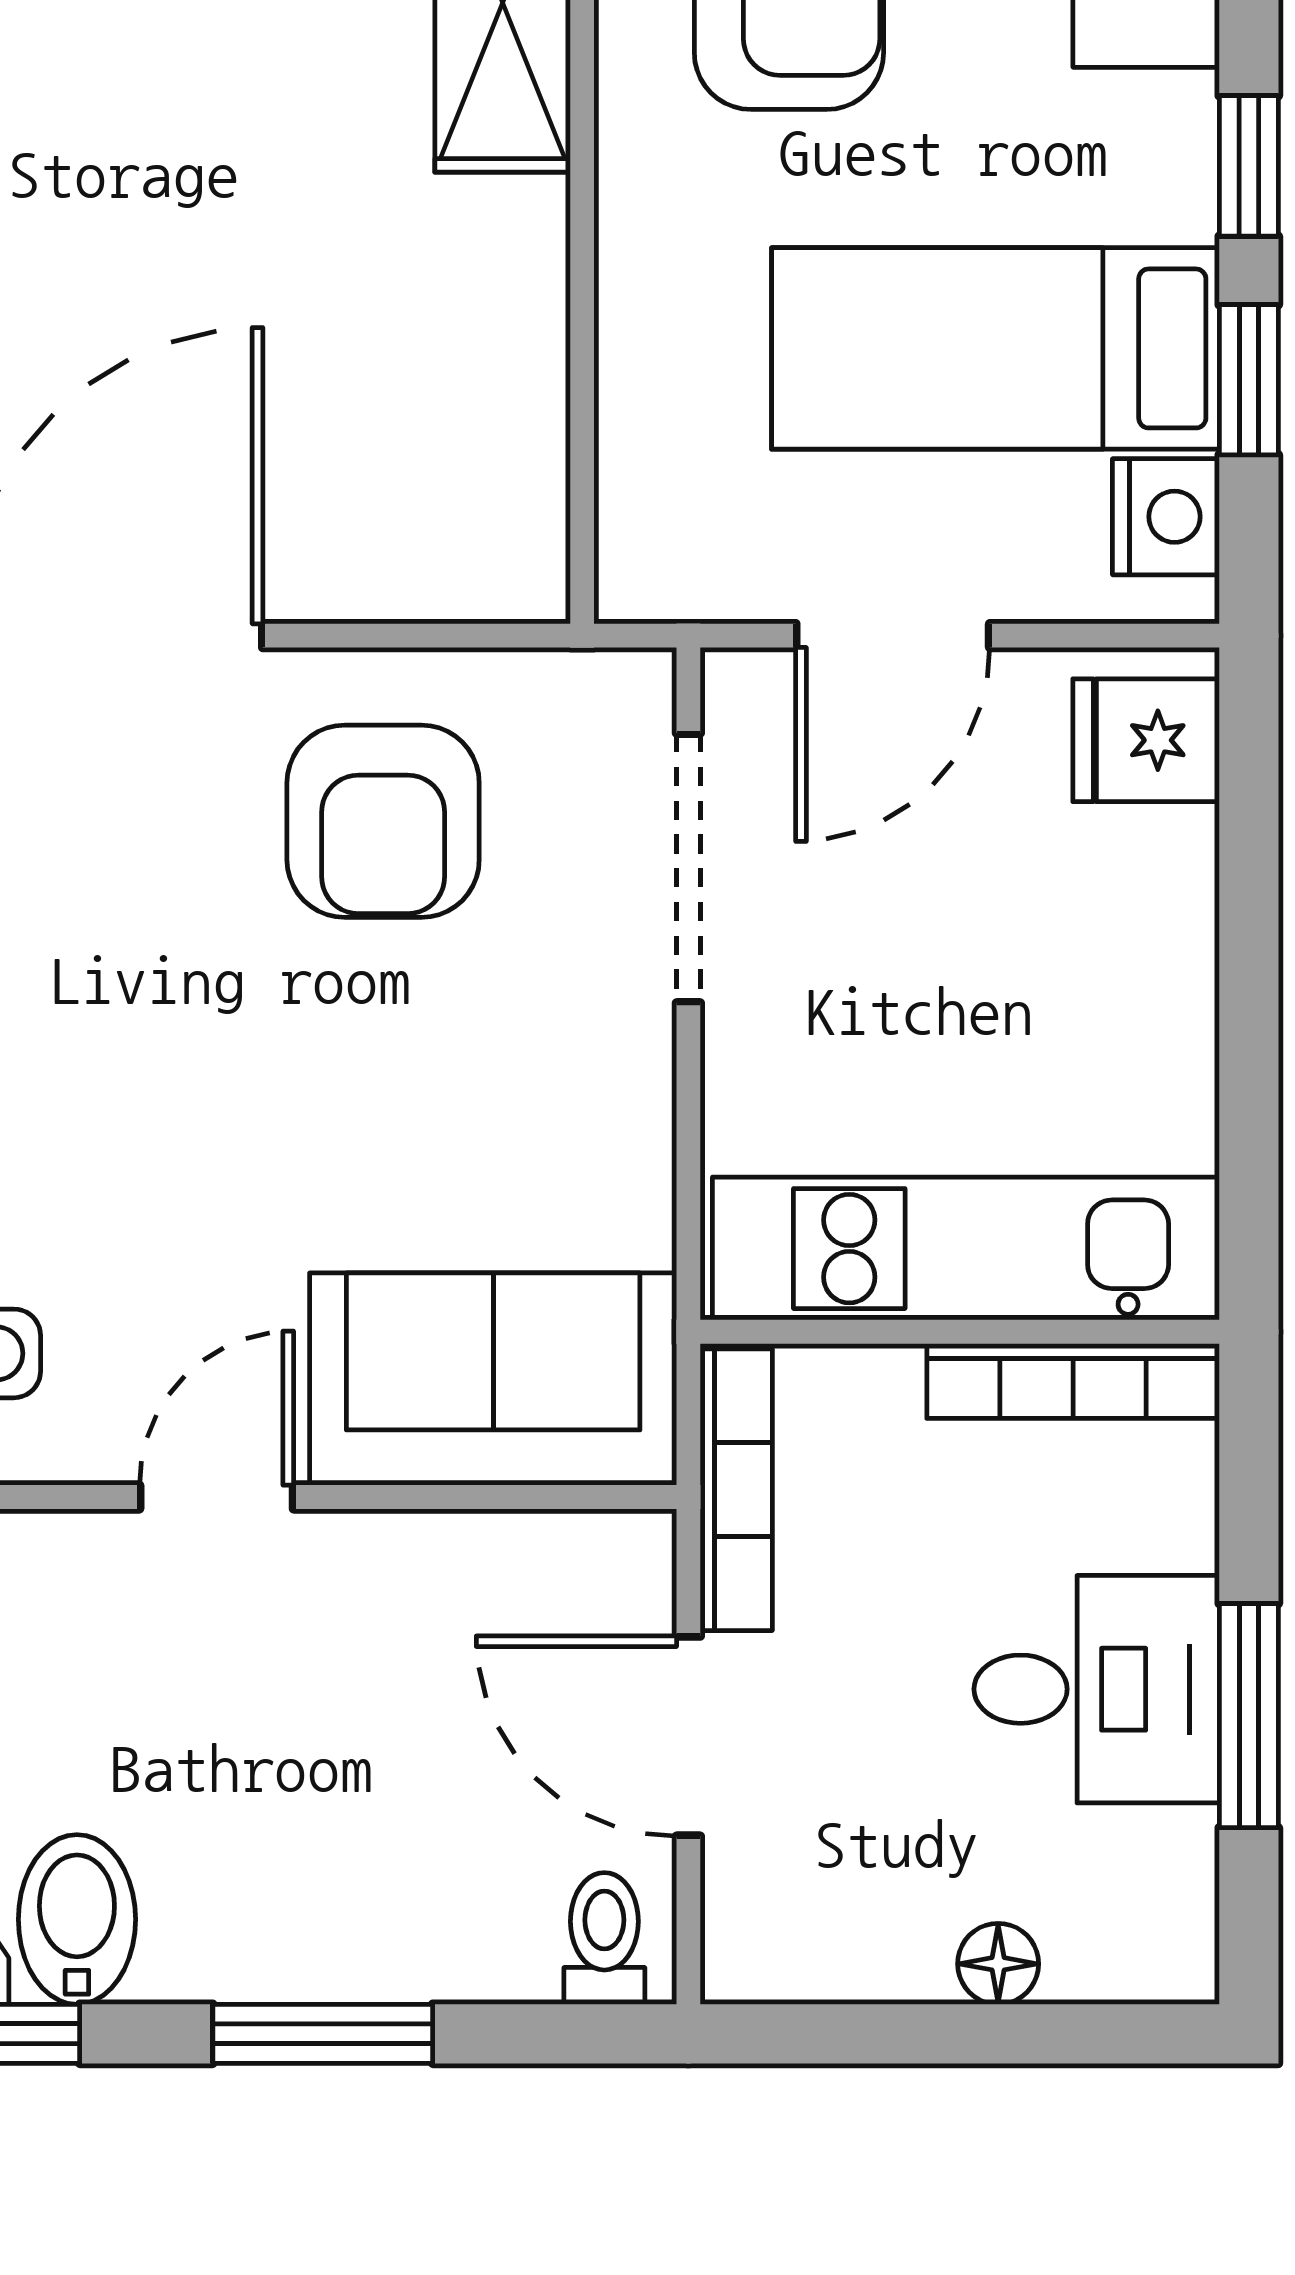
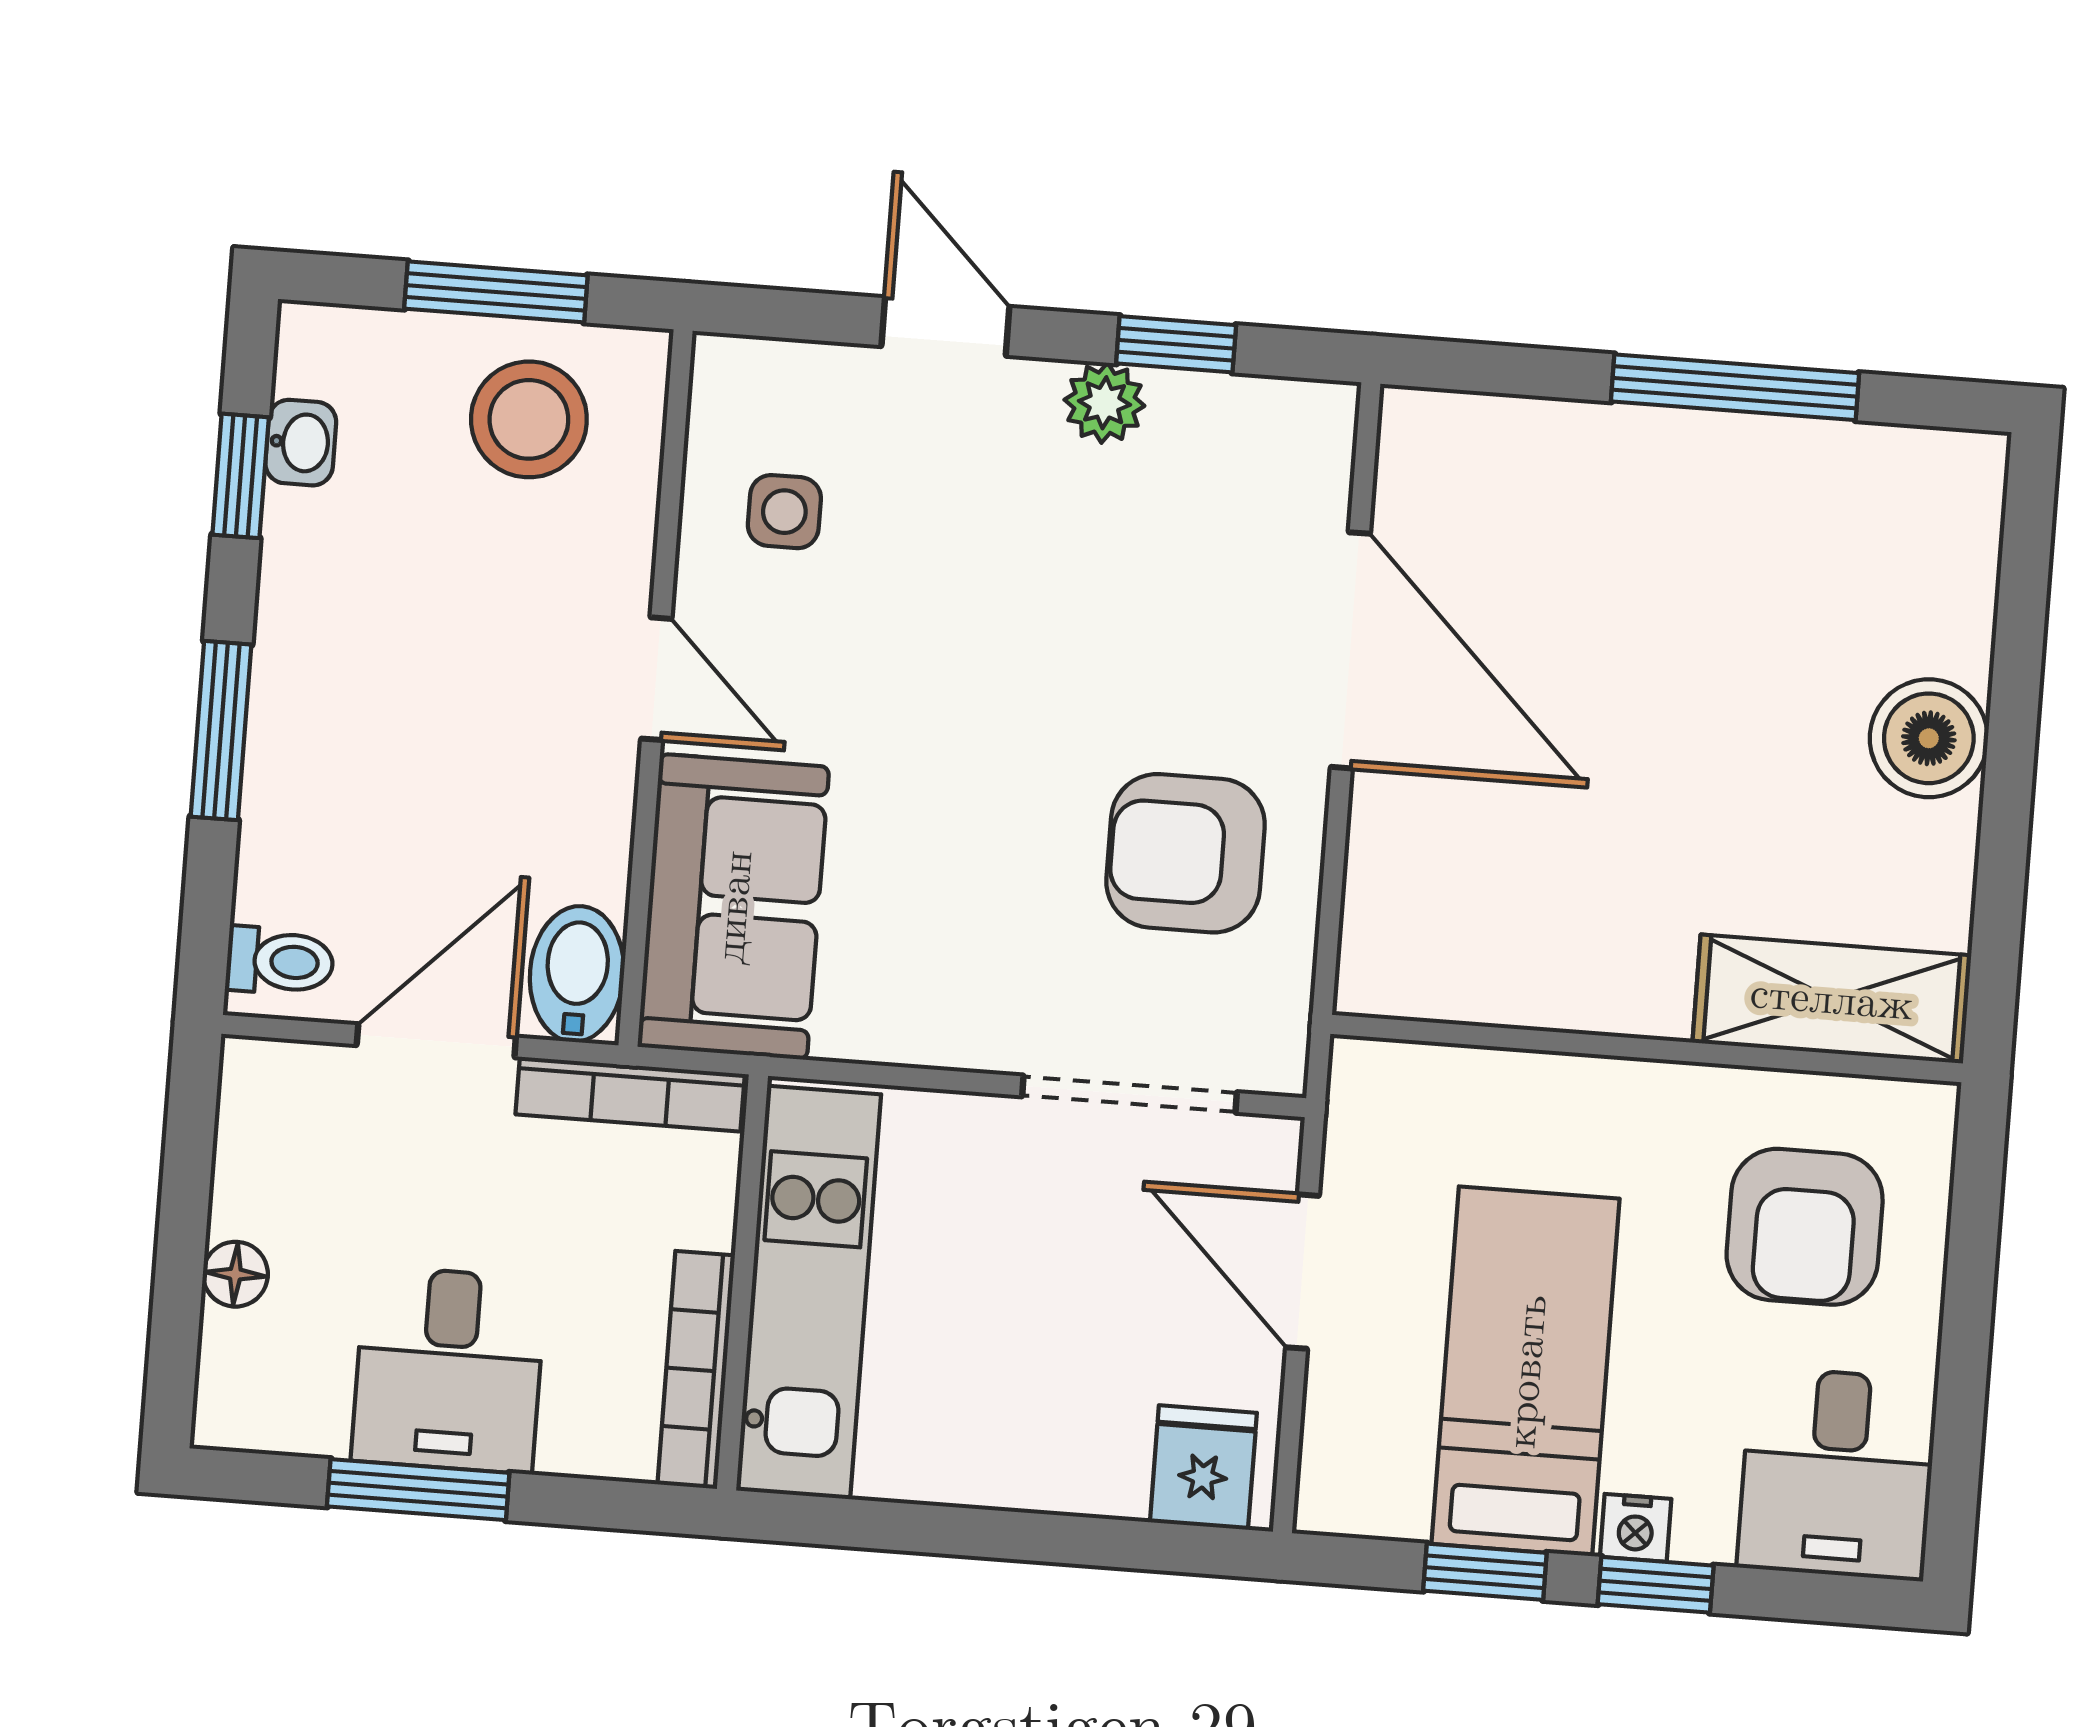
nightstand: (1166, 517) -> (1636, 1528), moved, width x0.72, depth x0.74
bidet: (77, 1919) -> (577, 974), moved, turned -90

